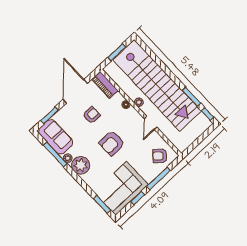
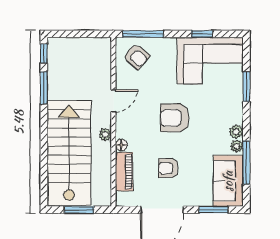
piano: (105, 85) -> (124, 172), moved
stairs: (157, 86) -> (69, 153), width x0.73
armchair: (112, 143) -> (175, 118), turned 180
plant: (81, 165) -> (236, 132), width x0.53, depth x0.53
window: (158, 178) -> (143, 34), moved
window: (102, 204) -> (246, 87), moved

